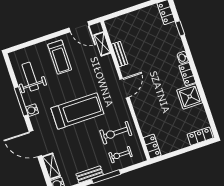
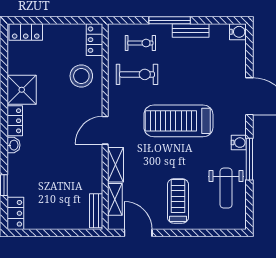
bench: (120, 54) -> (96, 211), moved
stool: (153, 119) -> (81, 76), added
shelving: (51, 166) -> (115, 165), moved

